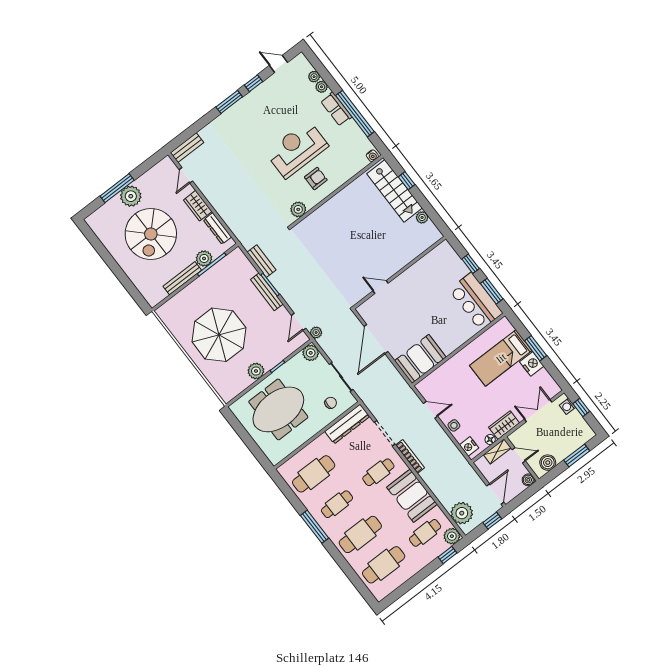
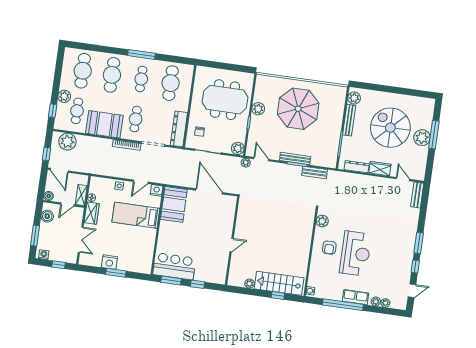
plant: (204, 258) -> (354, 98), moved
door: (381, 287) -> (232, 245), moved
bed: (501, 358) -> (136, 215), moved, turned -90
washing machine: (567, 406) -> (44, 255), moved
meeting table: (278, 409) -> (225, 100), turned 90
nightstand: (469, 446) -> (157, 190), moved
plant: (452, 536) -> (64, 96), moved

